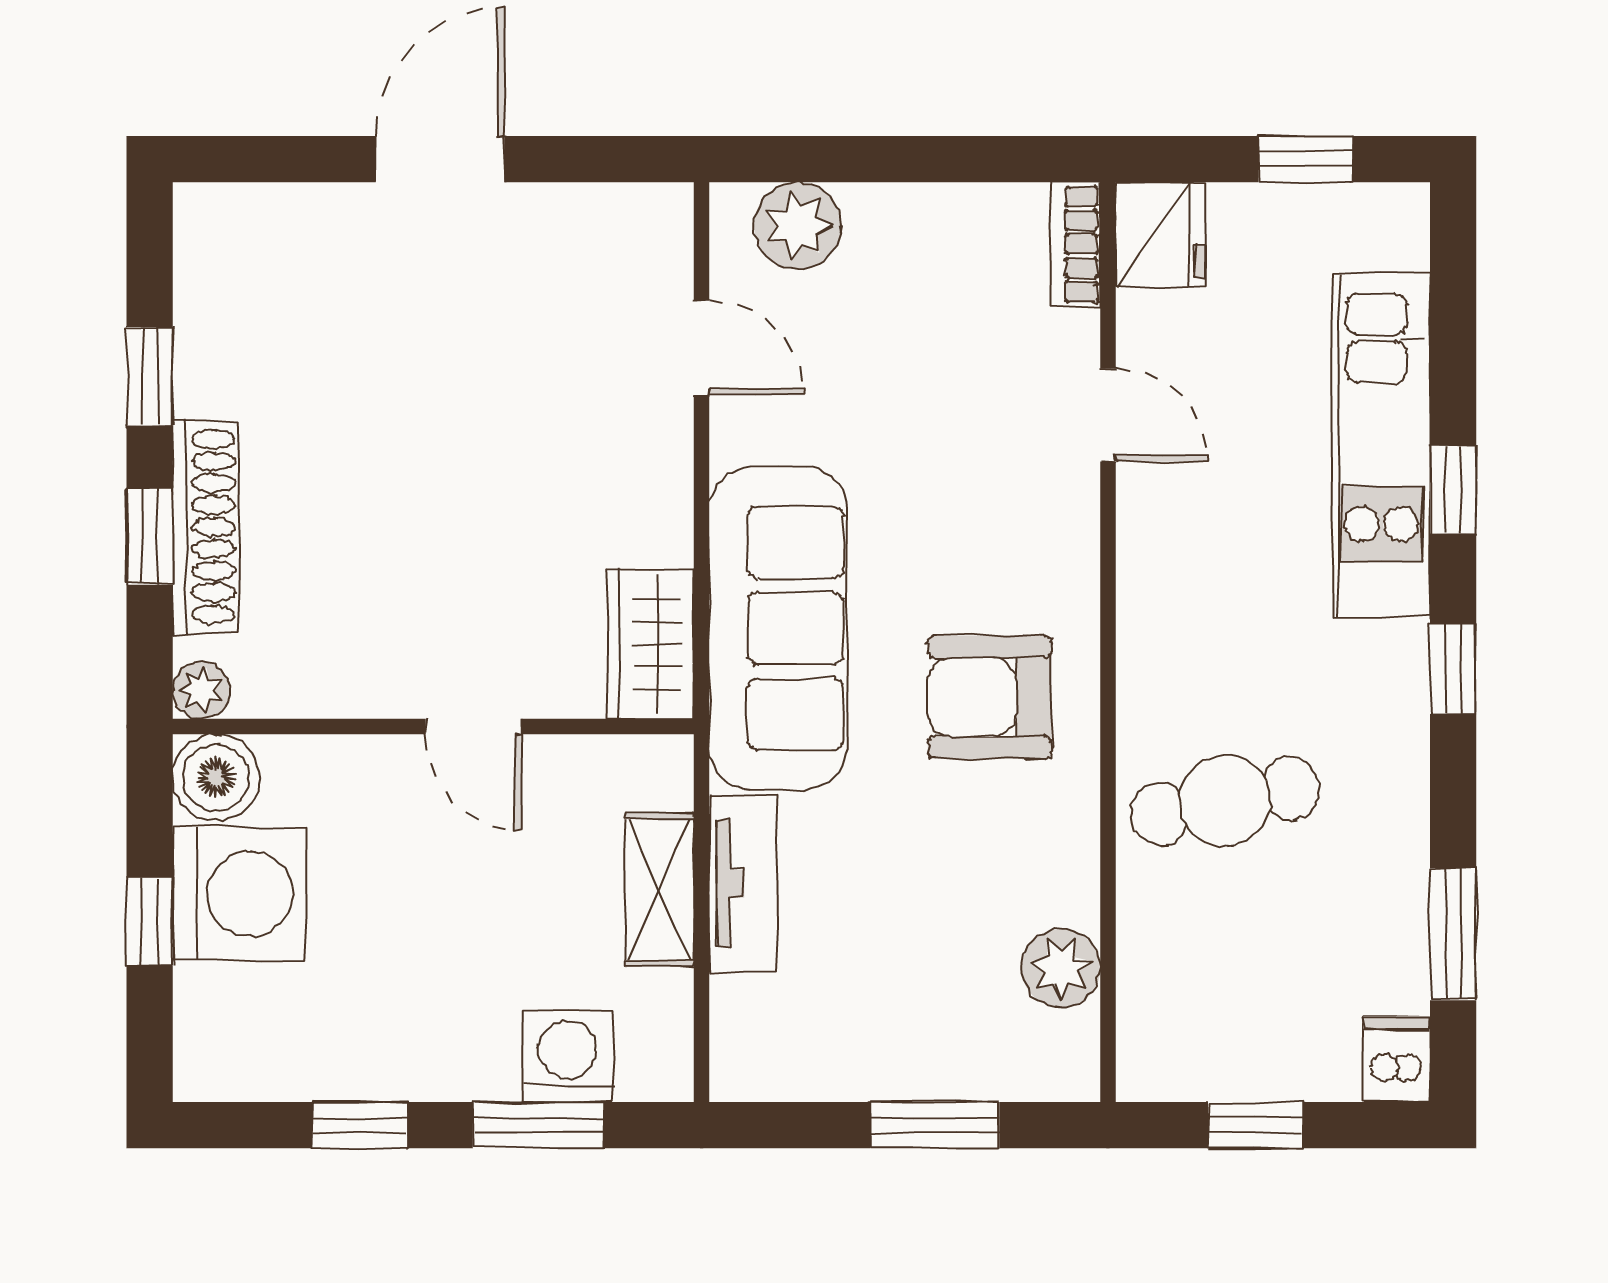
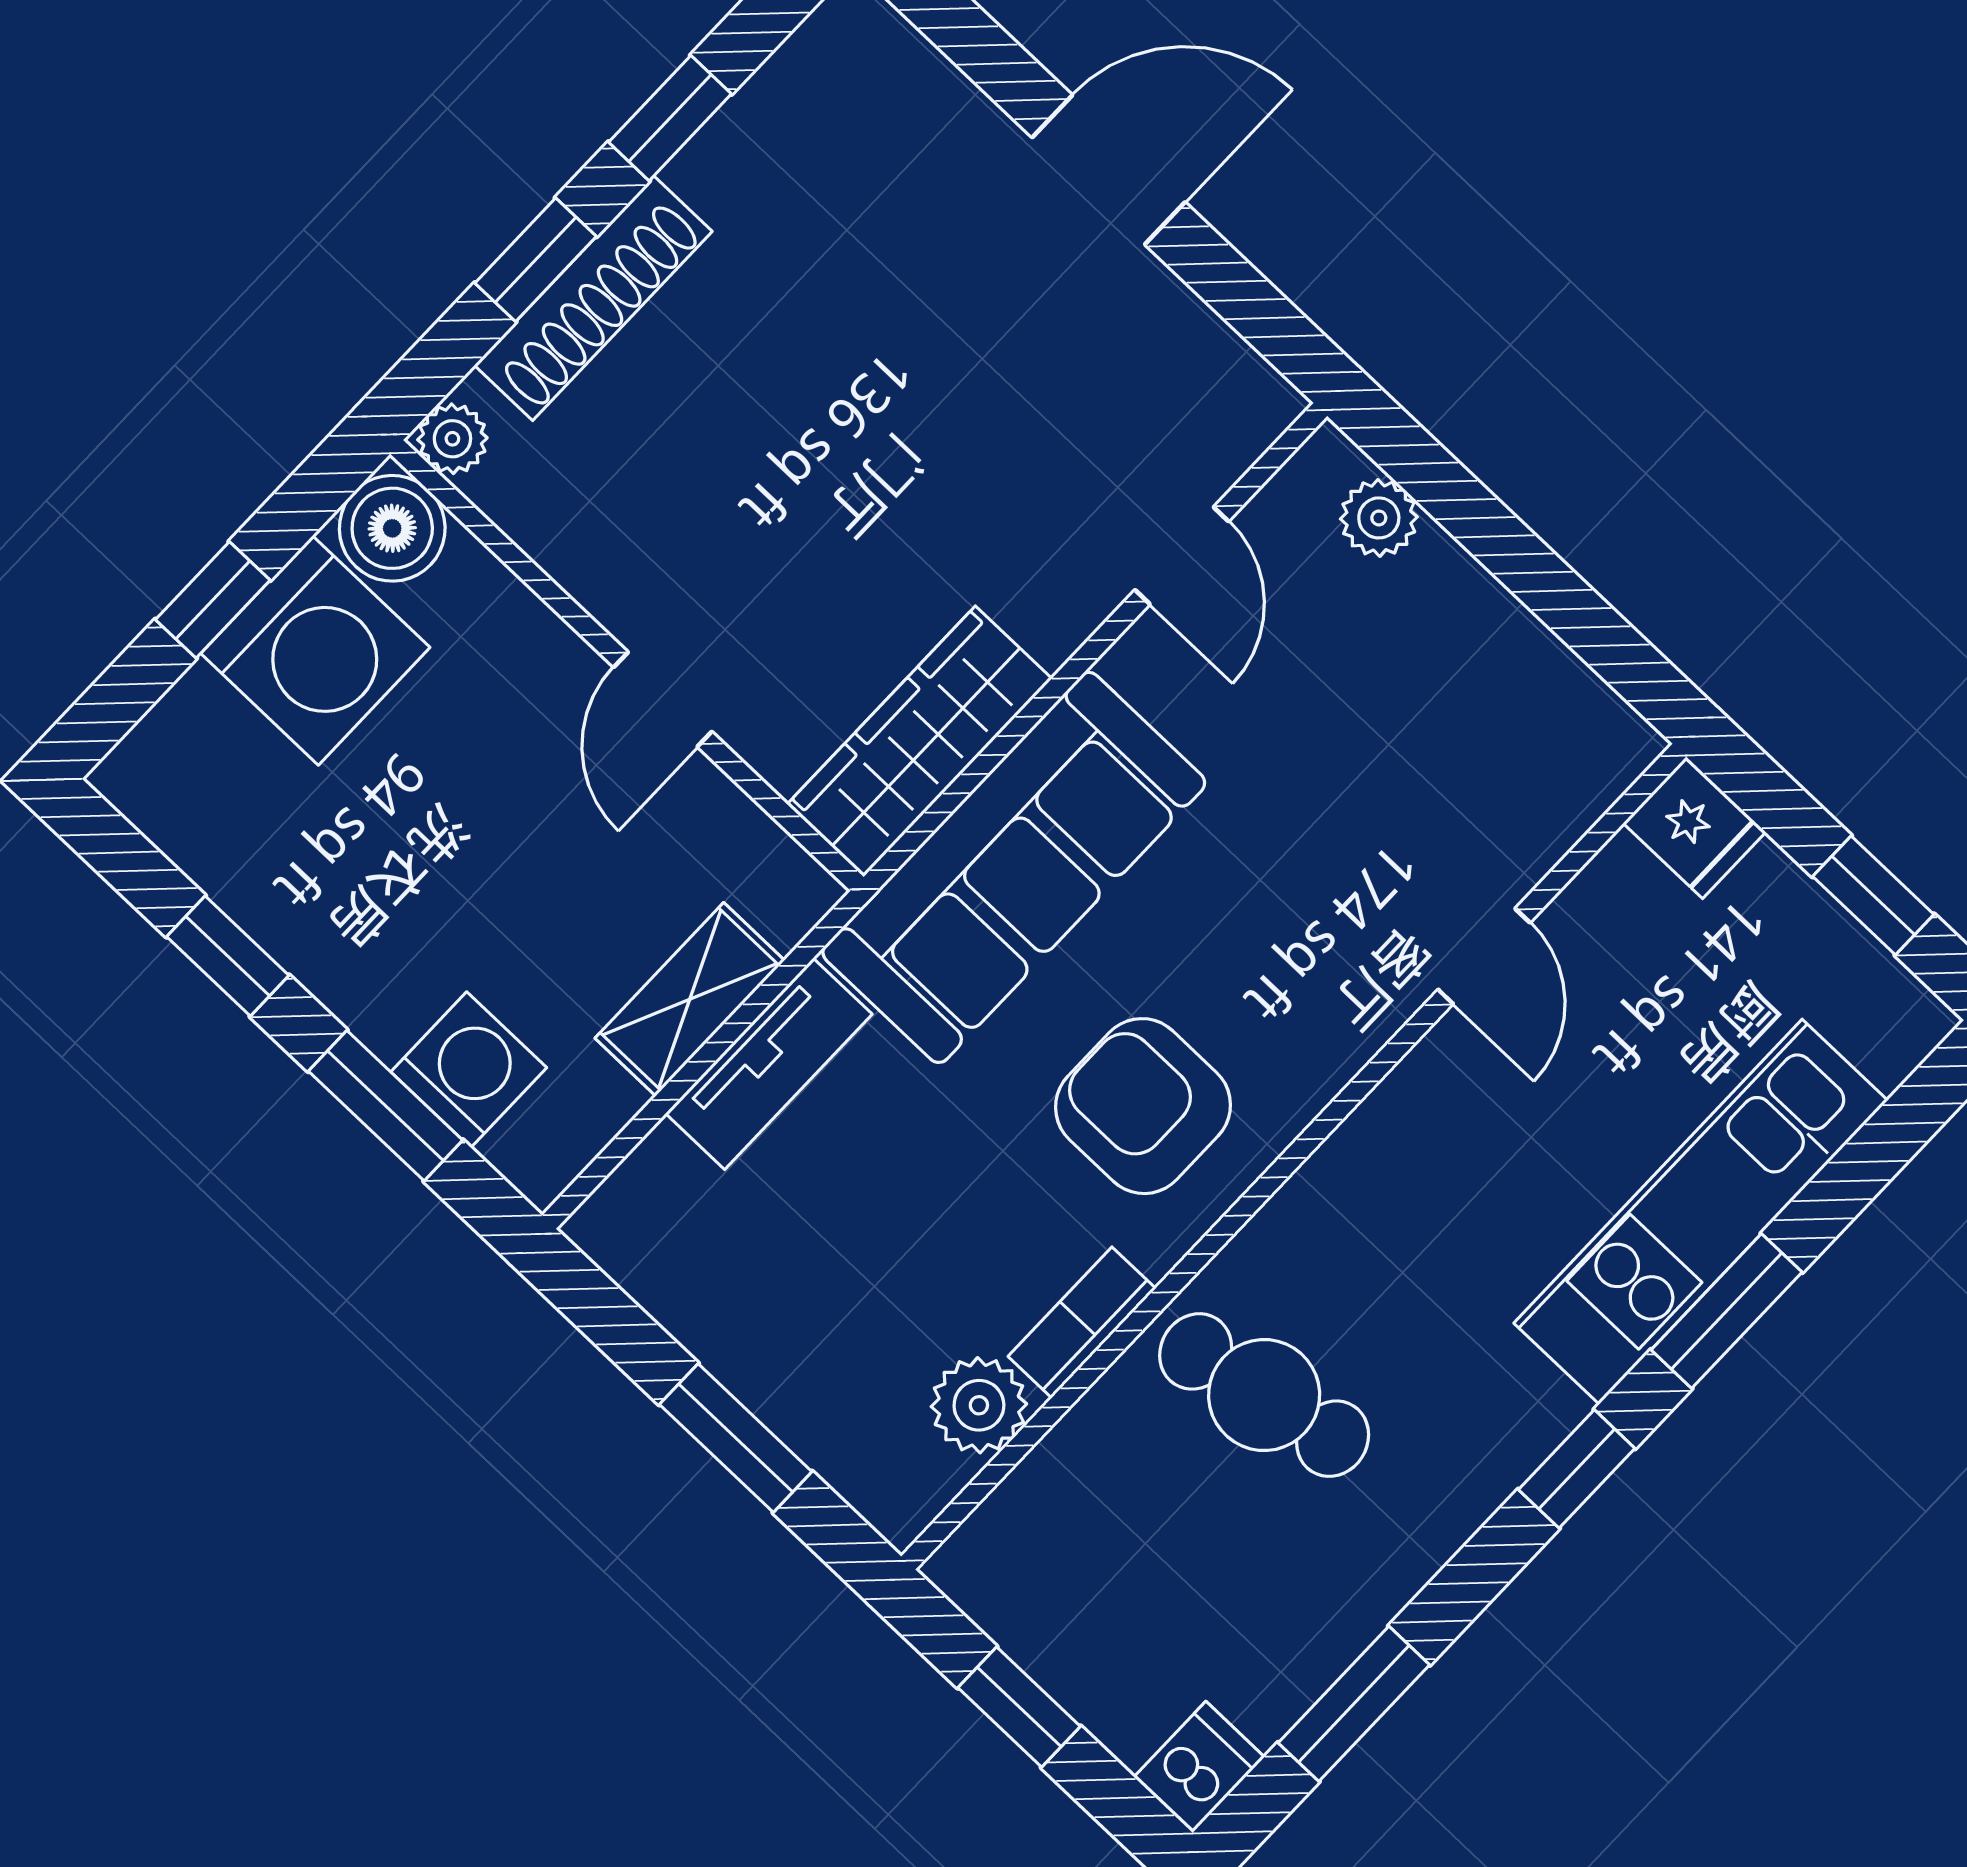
plant: (798, 226) -> (1379, 518), width x0.73, depth x0.73
fridge: (1161, 234) -> (1694, 828), width x0.72
bookcase: (1075, 244) -> (1082, 1322), moved
window: (1453, 490) -> (1727, 1311), width x1.50
wardrobe: (650, 644) -> (920, 741), width x1.50

